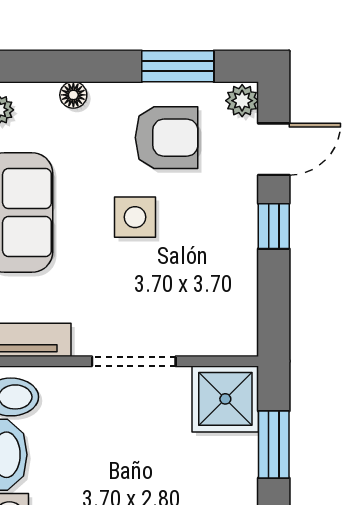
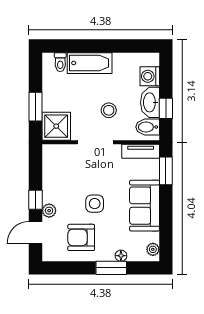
window: (178, 66) -> (111, 268), moved
plant: (242, 101) -> (49, 211), moved
stool: (102, 436) -> (109, 110), added

